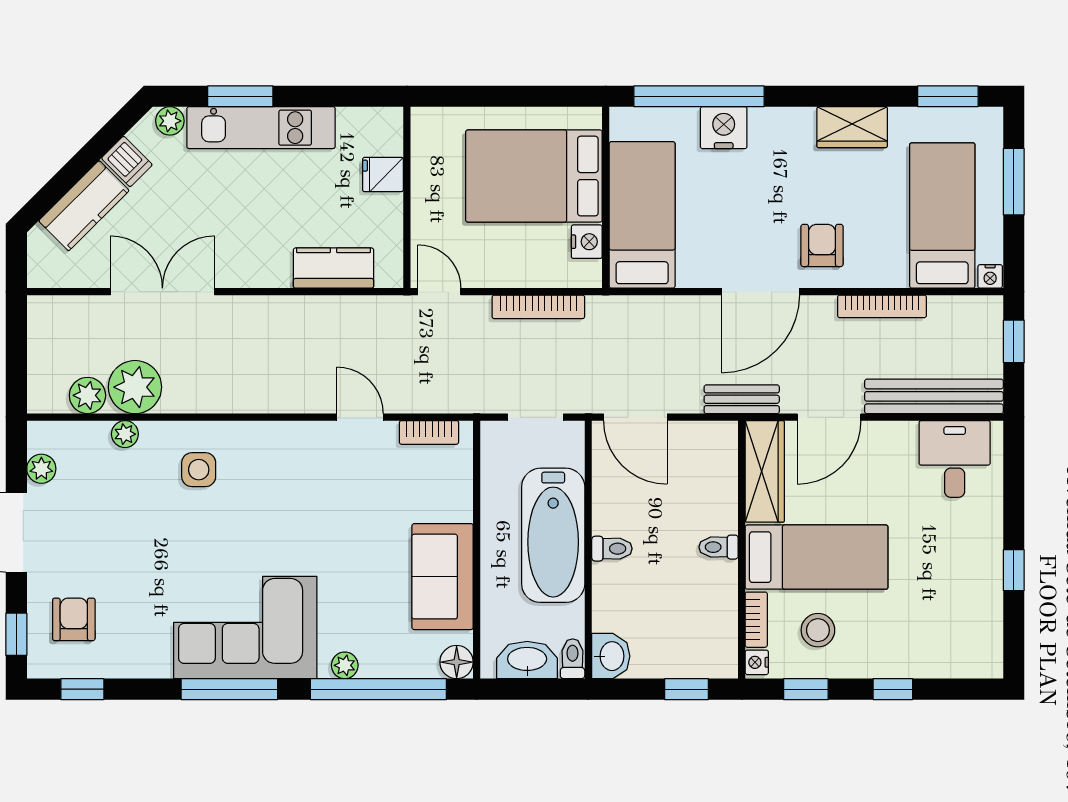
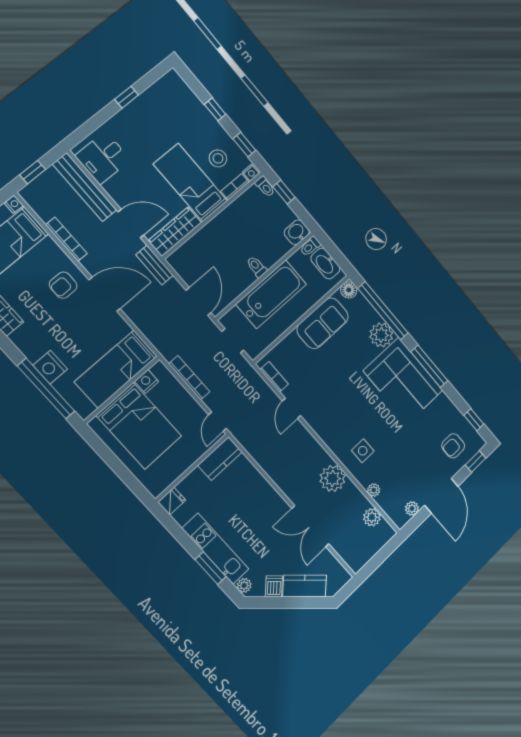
fridge: (383, 175) -> (172, 501), moved, turned -90
kitchen counter: (334, 268) -> (220, 459), moved, turned -90
plant: (135, 387) -> (333, 478), moved
toilet: (719, 547) -> (265, 187), moved
plant: (345, 665) -> (381, 335), width x1.88, depth x1.88

